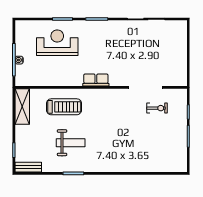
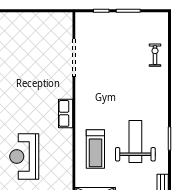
treadmill: (64, 107) -> (95, 149), turned 180
exercise bike: (157, 108) -> (155, 55), moved
weight bench: (71, 143) -> (135, 142), width x1.36, depth x1.33

